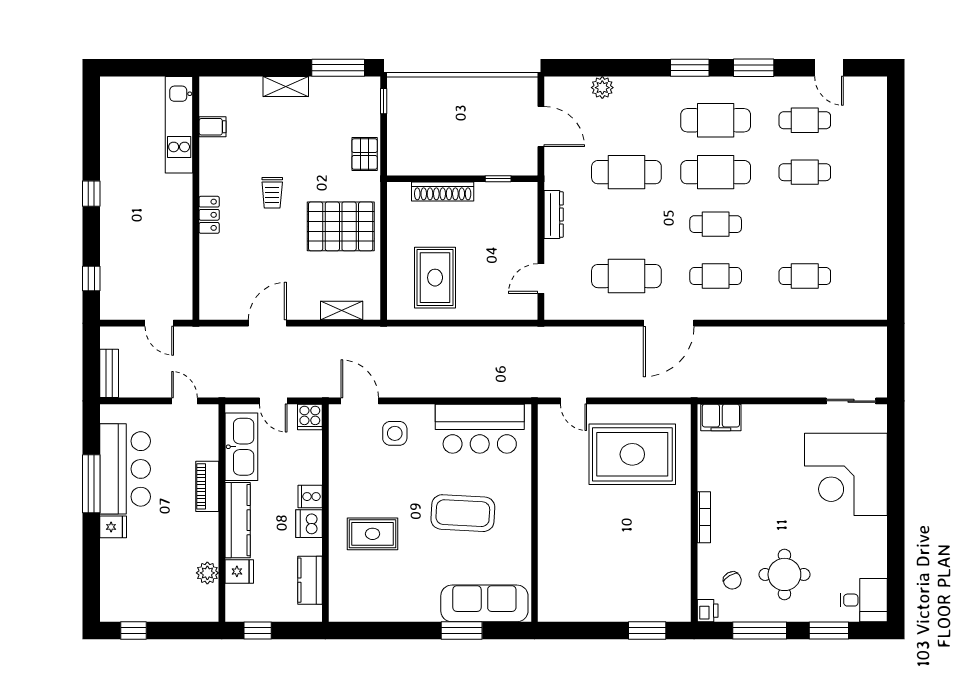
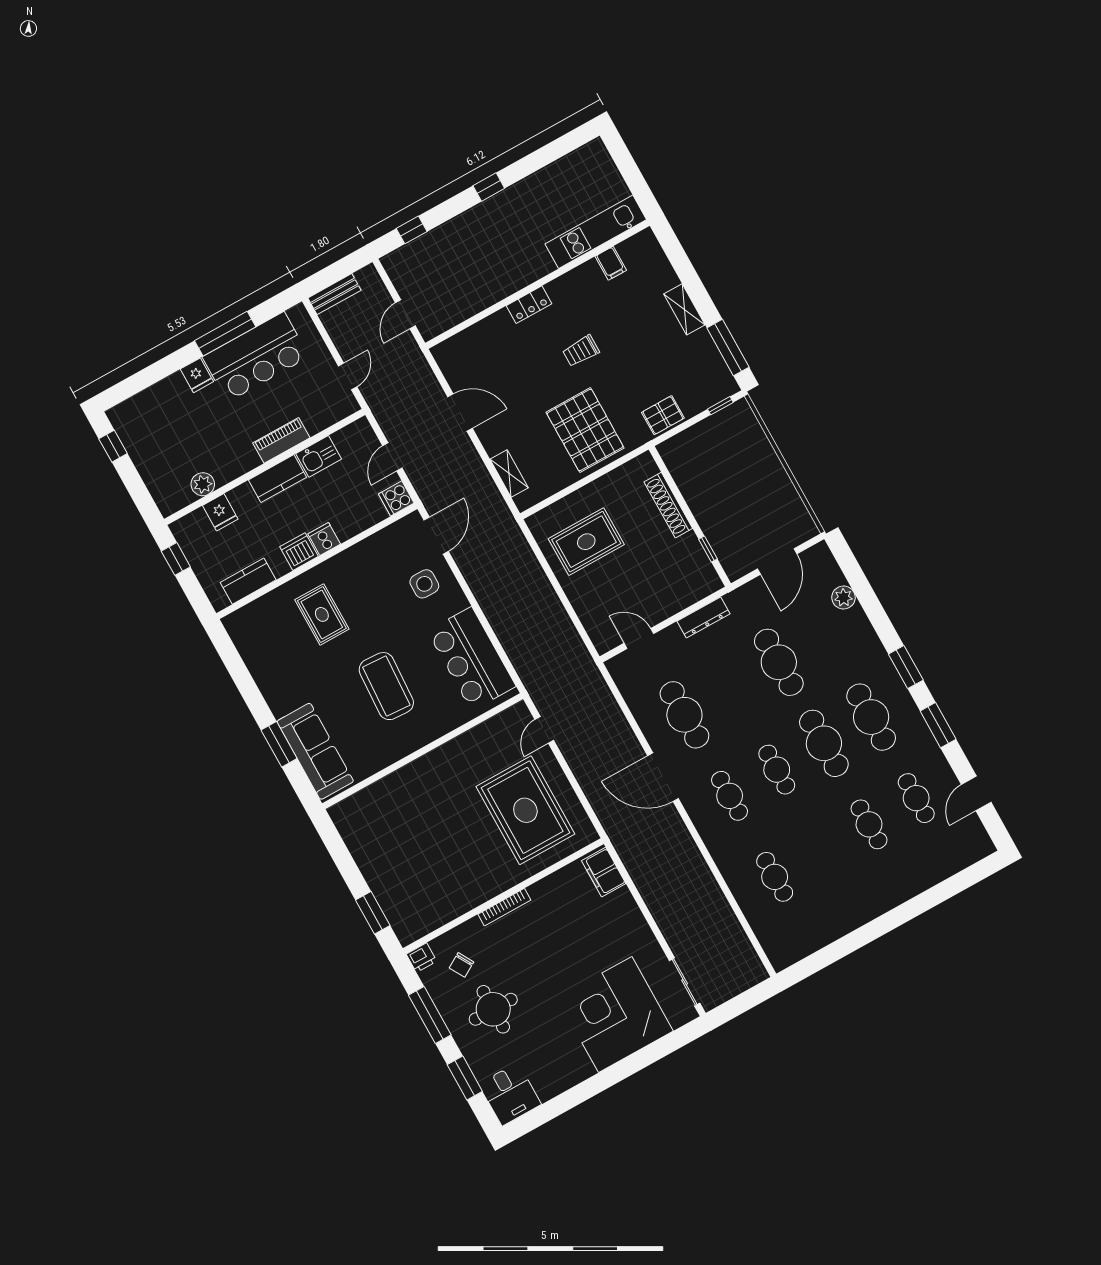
kitchen sink: (241, 447) -> (319, 456), width x0.53, depth x0.81
kitchen counter: (238, 520) -> (277, 479), width x0.67

